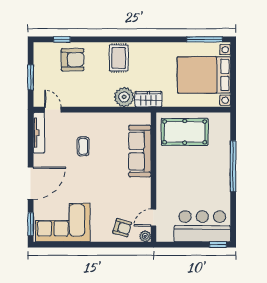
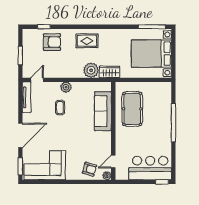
rug: (119, 58) -> (87, 41), turned 90
door: (53, 110) -> (37, 80), hinge flipped
plant: (91, 119) -> (66, 87), added
pool table: (185, 132) -> (132, 109), moved, turned 90

